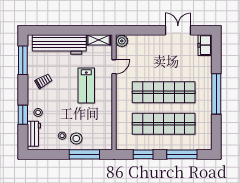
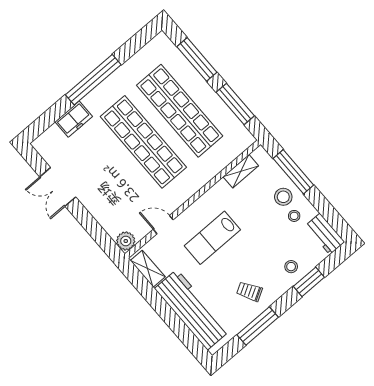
freezer: (205, 45) -> (74, 119), moved
window: (23, 60) -> (258, 326), moved
lab bench: (86, 86) -> (212, 238), turned 180
shelving: (107, 128) -> (241, 171), added
workbench: (34, 134) -> (325, 234), moved, turned -90
window: (143, 154) -> (235, 104), width x1.44

